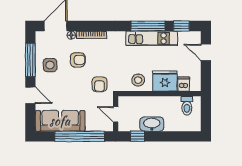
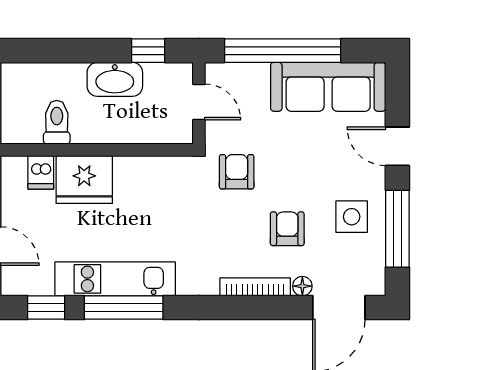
armchair: (78, 60) -> (287, 229), turned 90
stool: (138, 80) -> (147, 182), removed
toilet: (187, 106) -> (57, 122), moved

